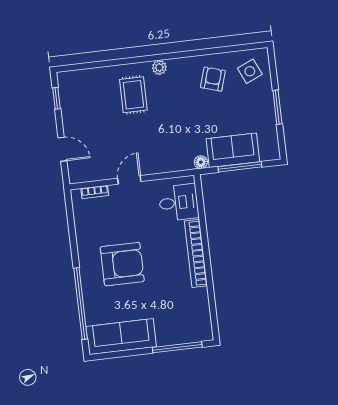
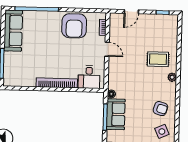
armchair: (122, 264) -> (74, 26), moved

